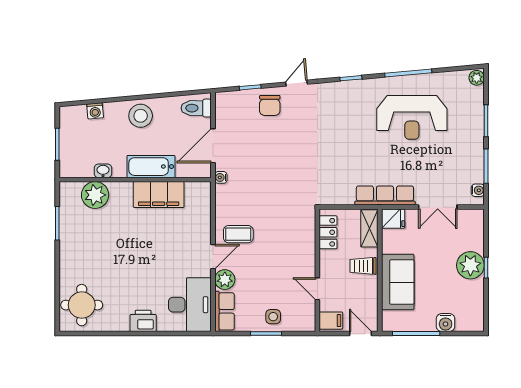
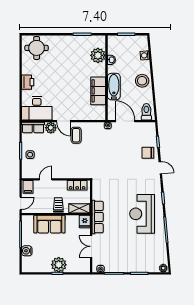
reception desk: (412, 117) -> (142, 214), moved

